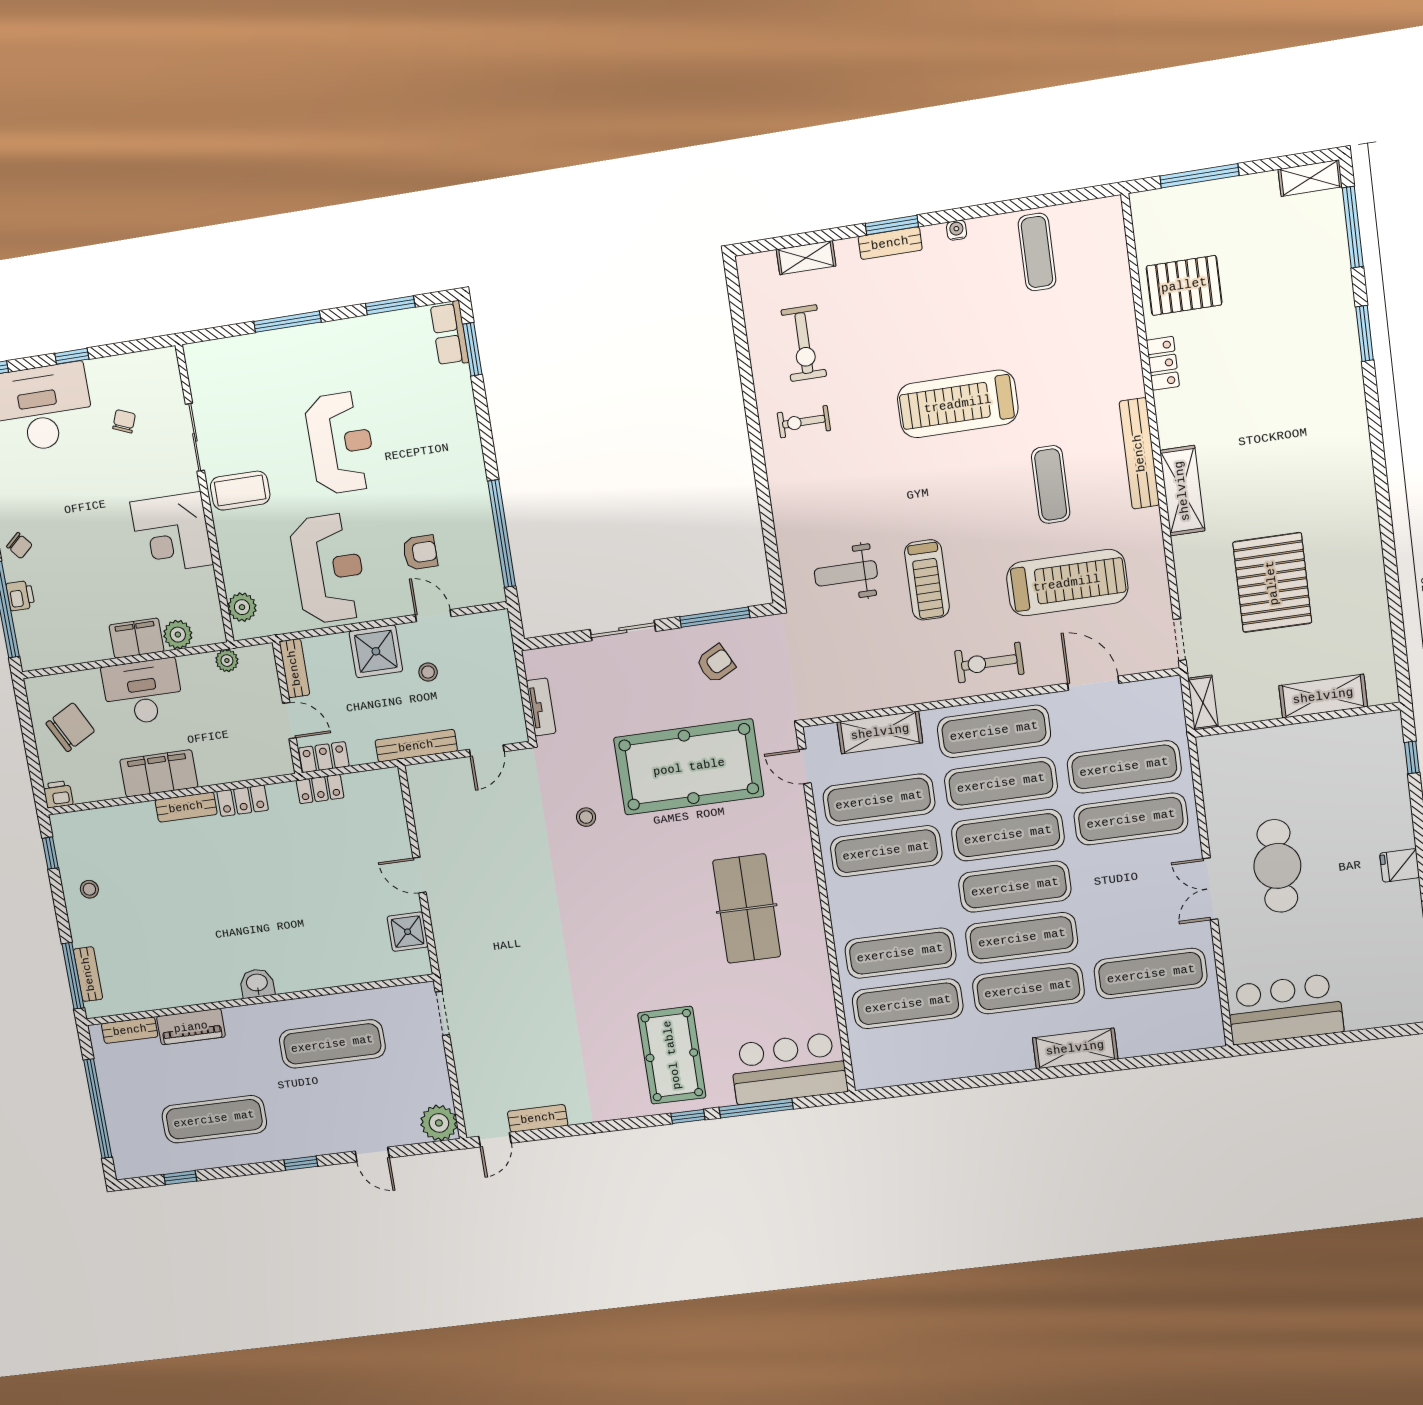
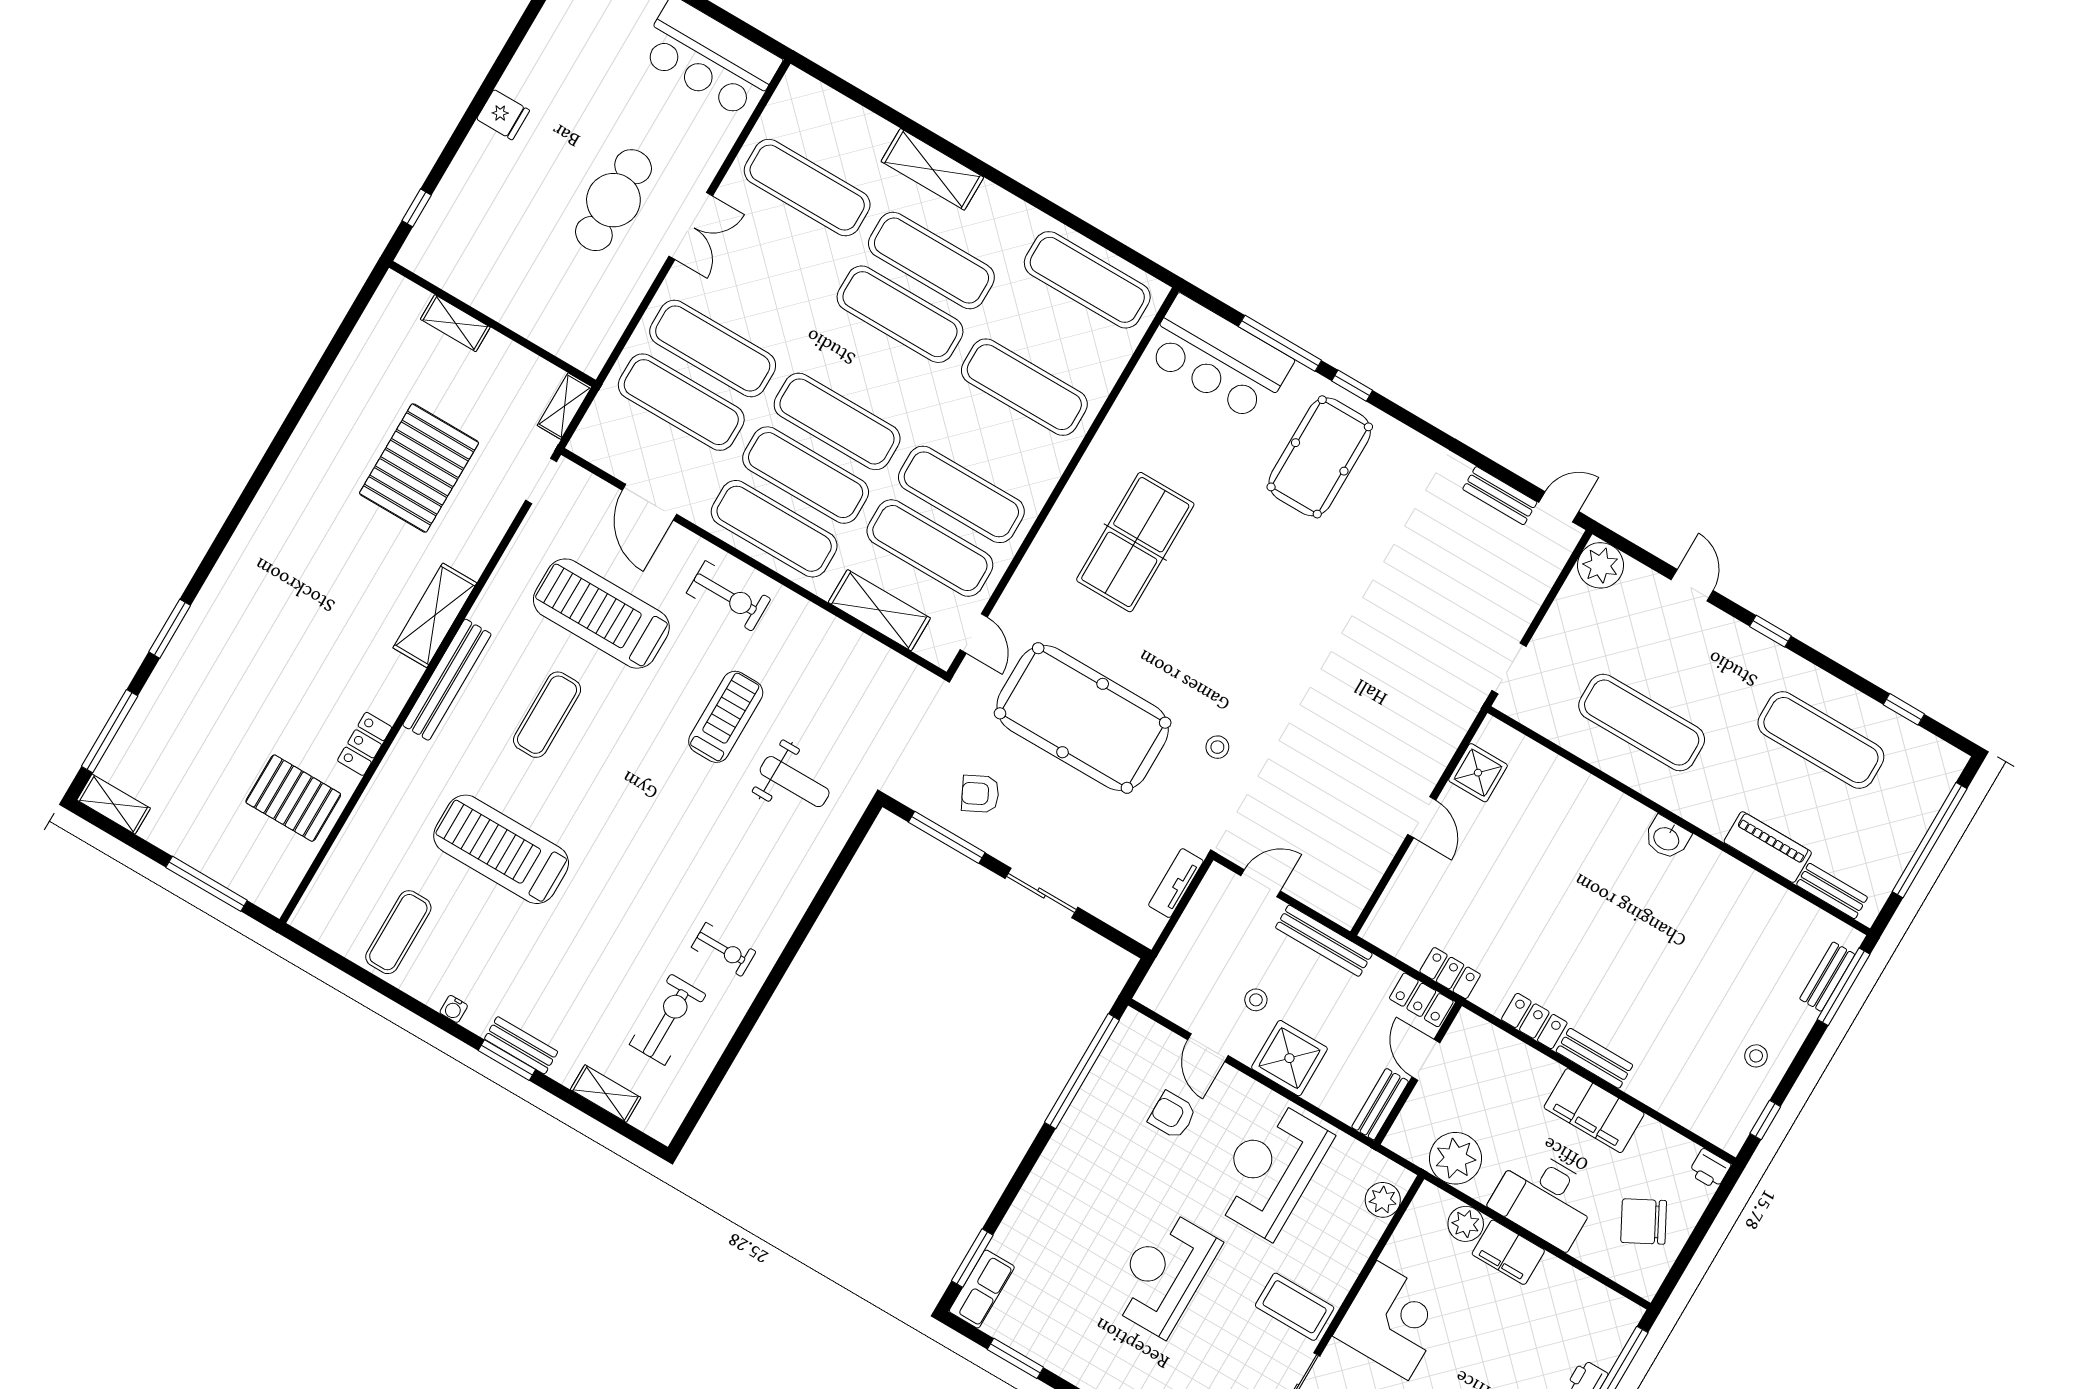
treadmill: (958, 404) -> (501, 849), moved, turned 180
plant: (227, 661) -> (1455, 1158), width x1.88, depth x1.88
shelving: (1323, 696) -> (455, 323), width x0.67, depth x0.75
exercise mat: (1015, 887) -> (869, 368), removed
exercise mat: (908, 1004) -> (1087, 280), moved

